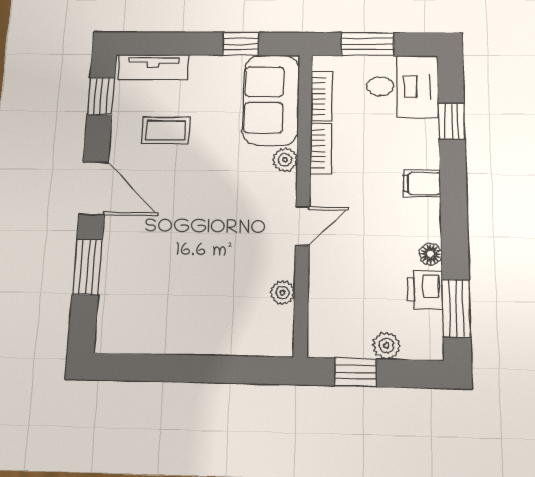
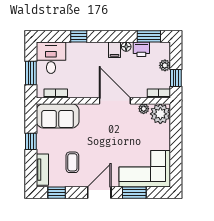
window: (241, 44) -> (31, 141), moved
window: (452, 121) -> (79, 36), moved
bookcase: (321, 148) -> (159, 93), moved
plant: (285, 160) -> (160, 114), moved, width x1.87, depth x1.87
filing cabinet: (422, 184) -> (114, 50), moved
door: (303, 226) -> (115, 101), width x1.88
corner sofa: (141, 293) -> (145, 169), added

